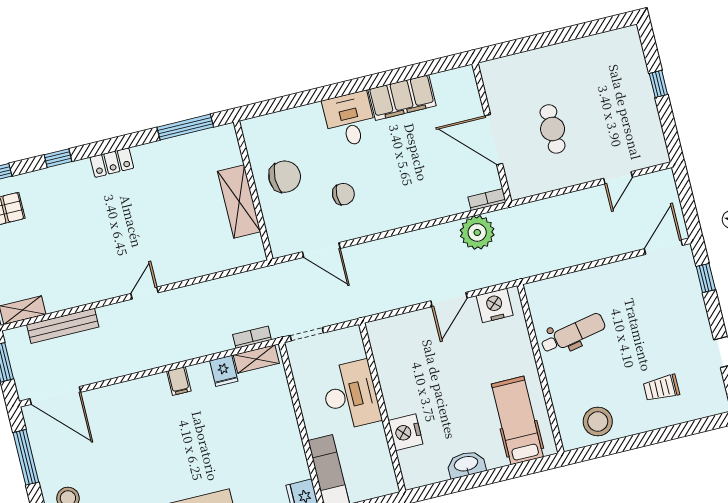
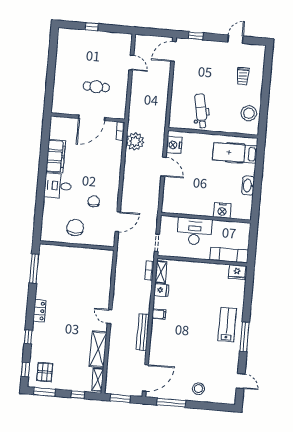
shelving: (239, 202) -> (98, 349), moved, turned 90
door: (663, 247) -> (173, 52), hinge flipped
bench: (63, 326) -> (143, 332), moved

